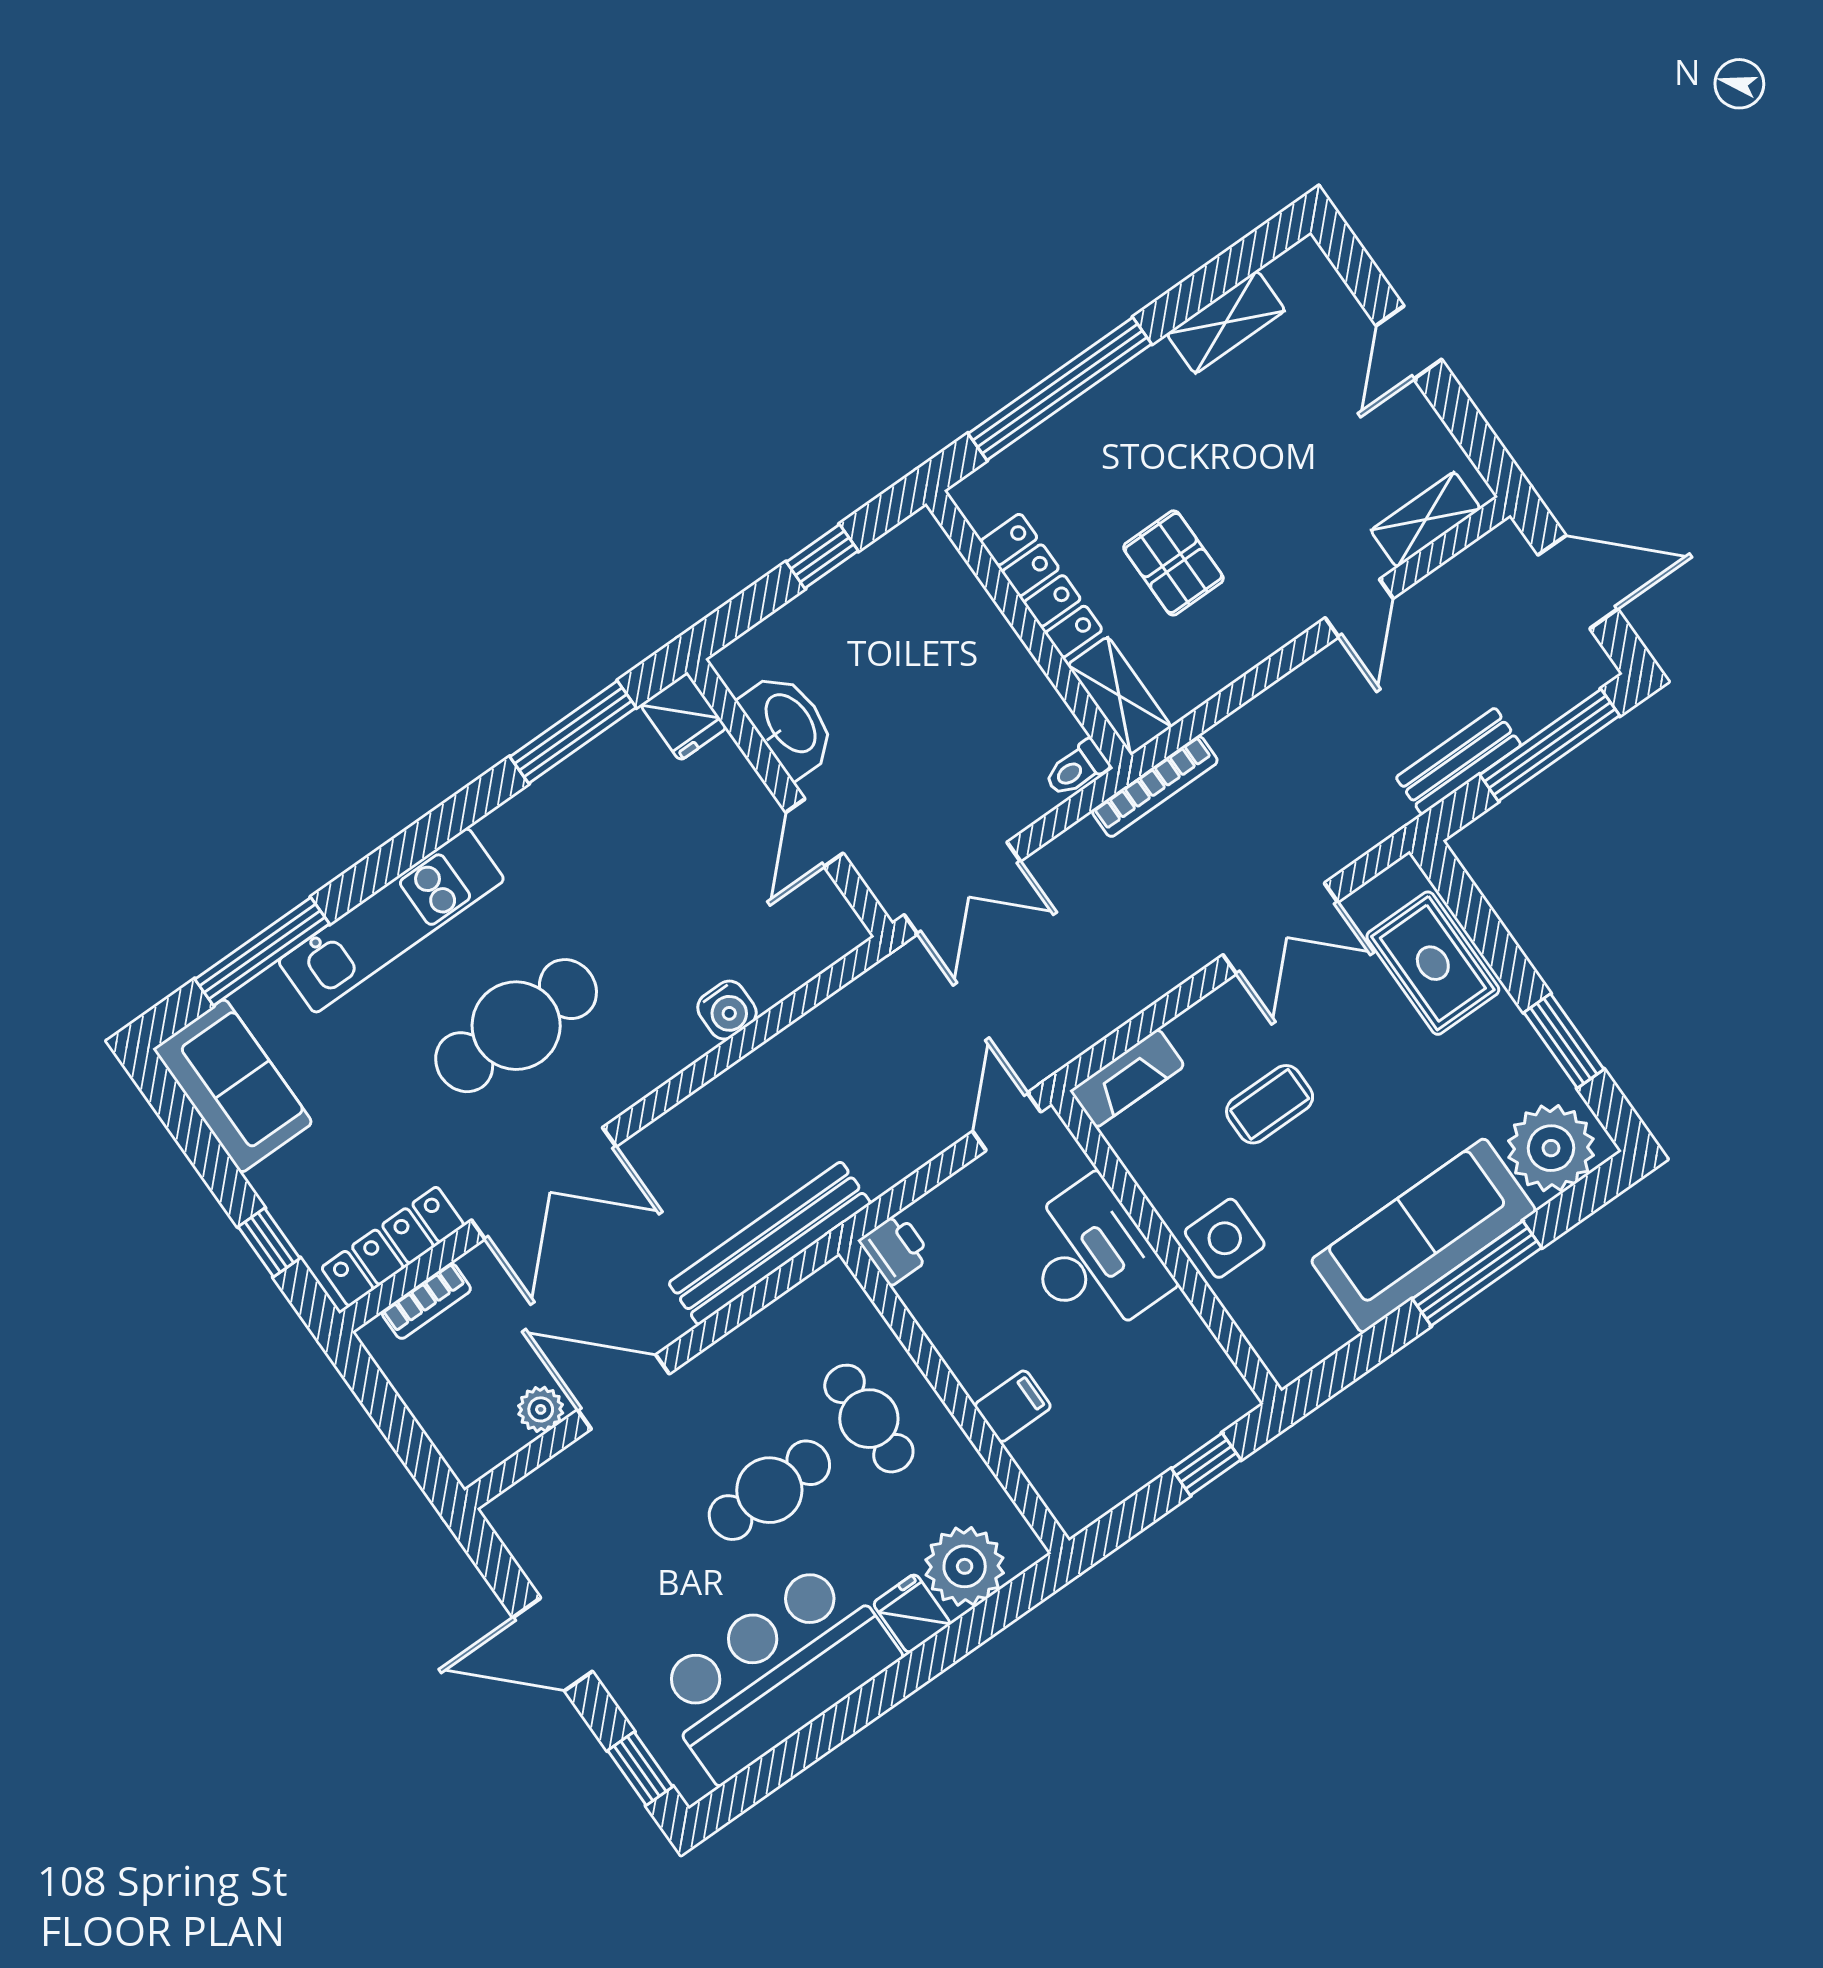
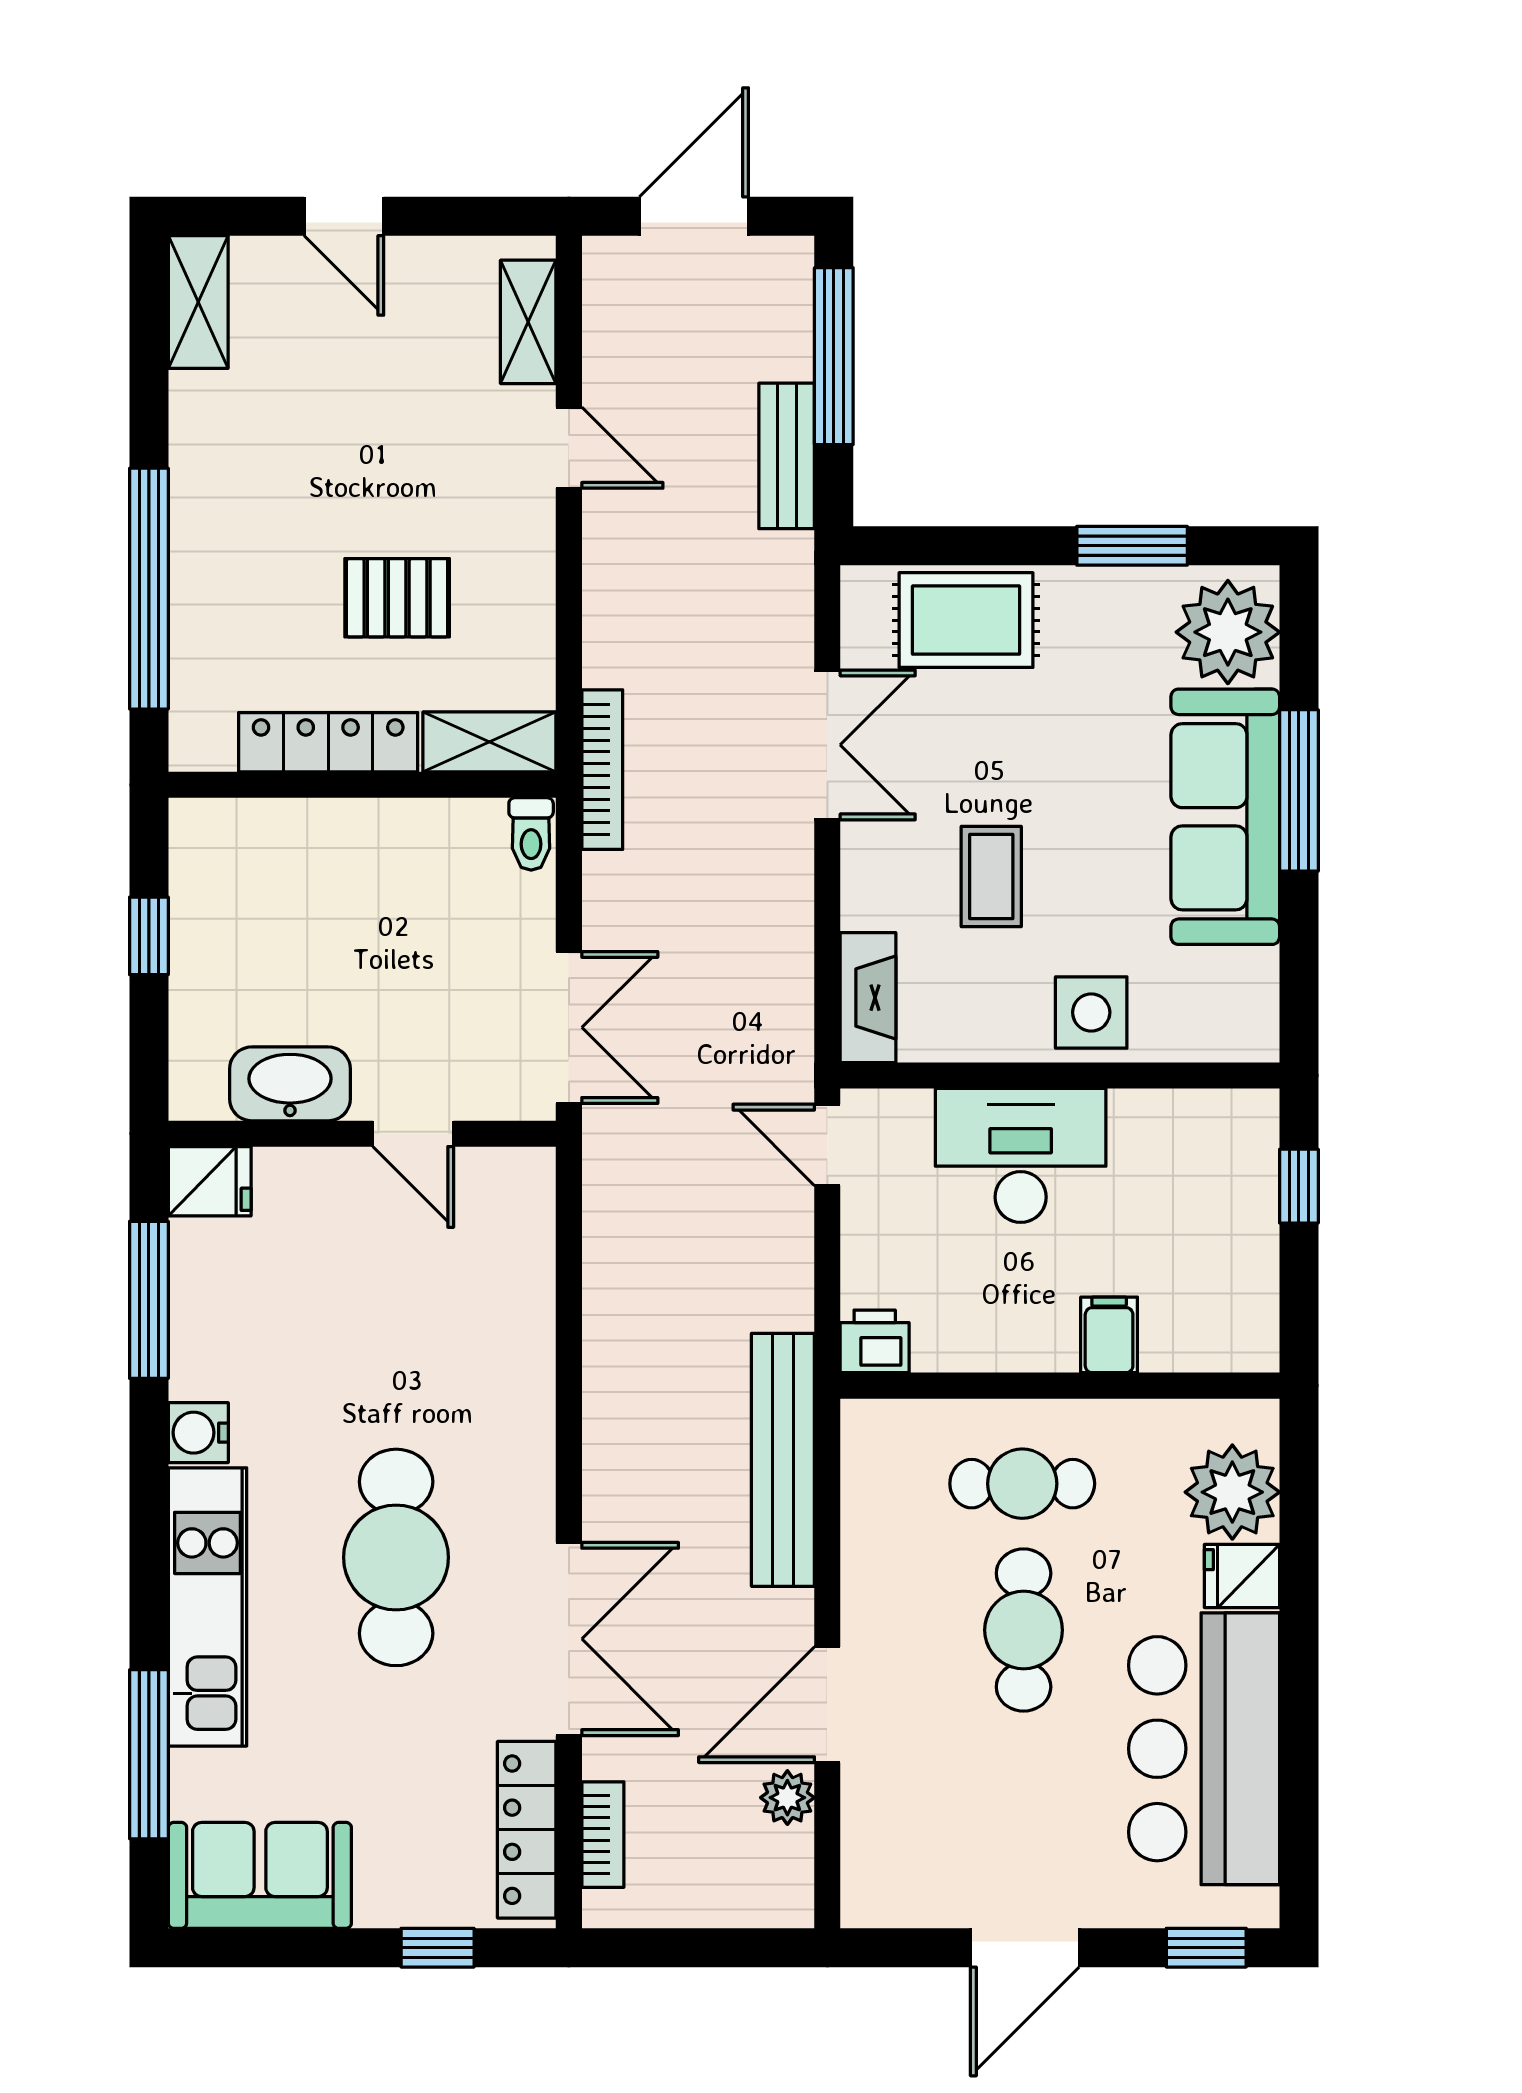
shelving: (1226, 322) -> (198, 302), moved
water cooler: (727, 1010) -> (198, 1433), moved, turned 180

